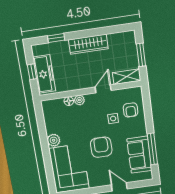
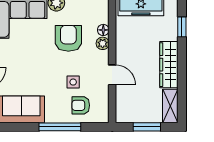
shelving: (127, 77) -> (170, 106), moved
armchair: (101, 147) -> (68, 38), moved, turned -90
window: (152, 149) -> (60, 127), moved

